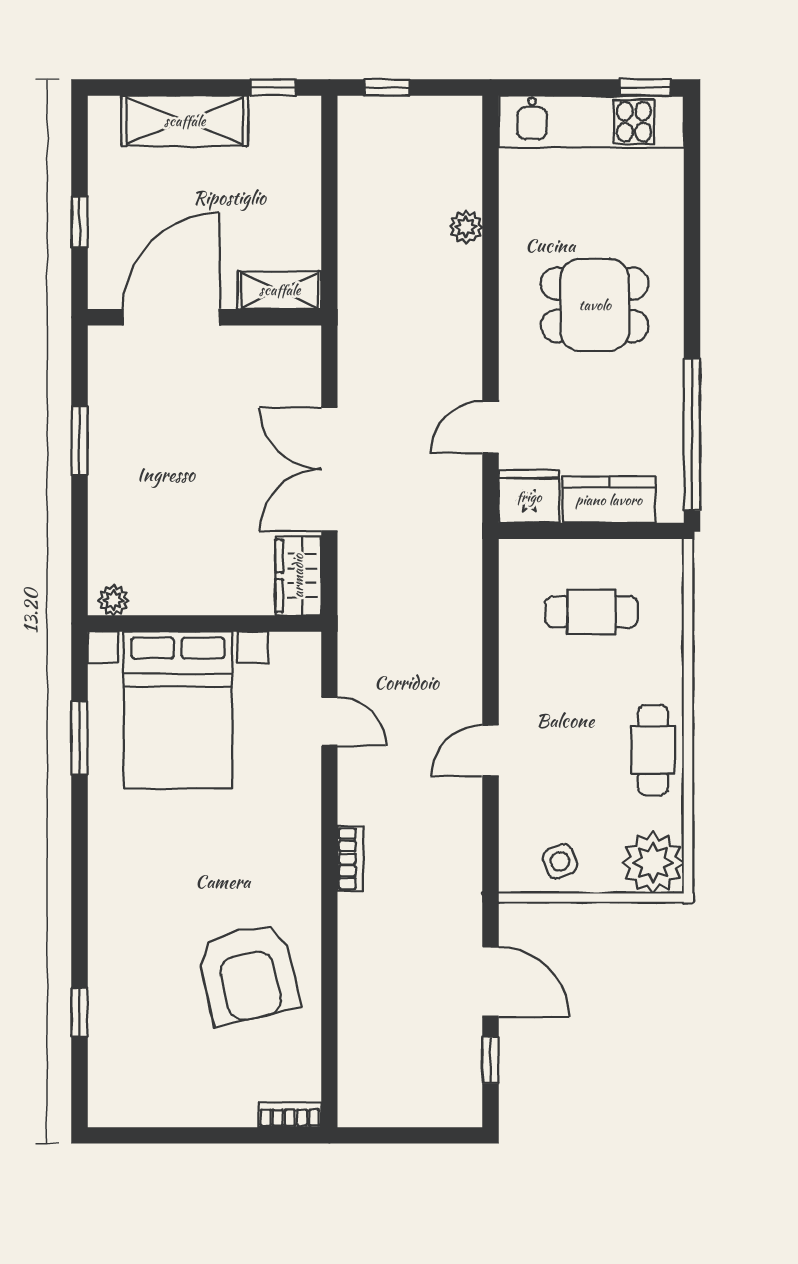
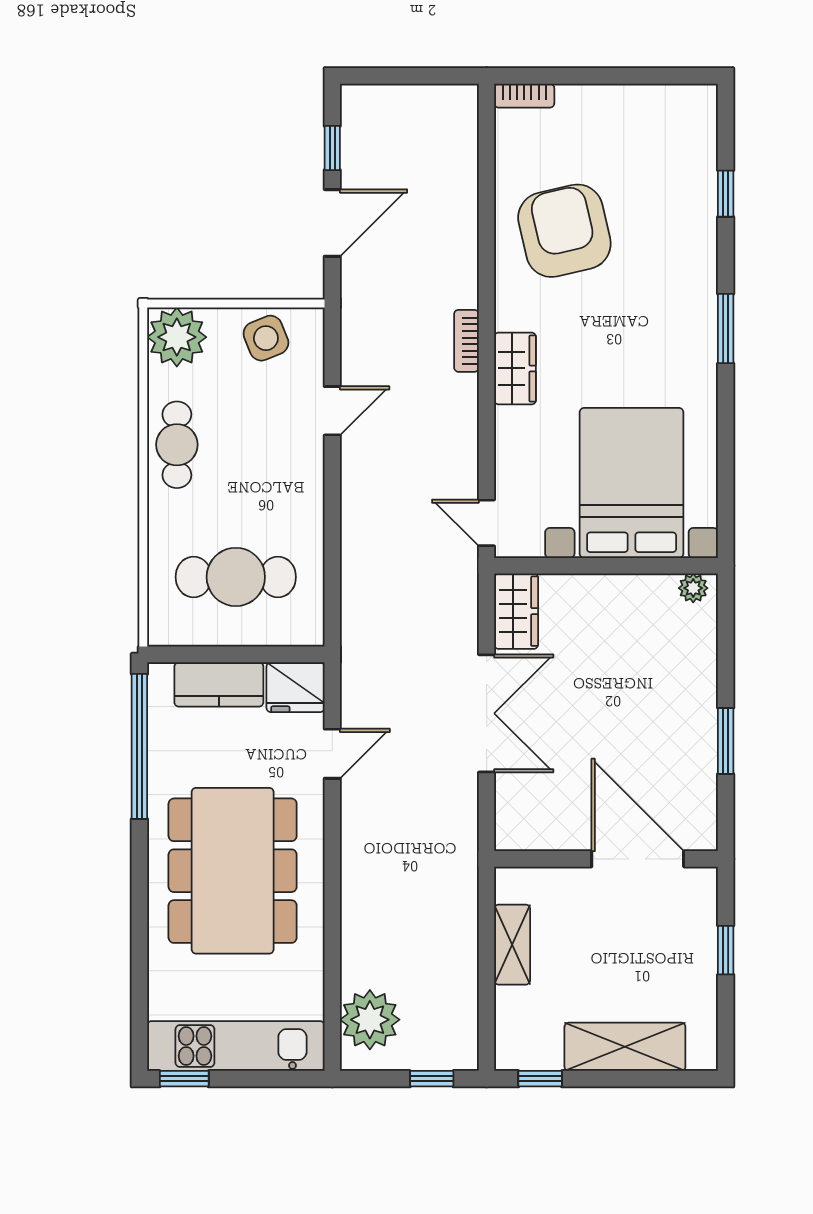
plant: (466, 227) -> (370, 1020), moved, width x1.87, depth x1.87
shelving: (280, 290) -> (512, 945), moved, turned 90
dining table: (595, 305) -> (233, 871), width x1.88, depth x1.24
door: (171, 317) -> (638, 859), swing flipped
cafe table: (591, 612) -> (236, 577), width x1.37, depth x1.35
door: (329, 721) -> (487, 523), moved
window: (80, 738) -> (726, 329), moved
door: (491, 751) -> (332, 411), moved
wardrobe: (299, 830) -> (515, 368), added
side table: (560, 861) -> (266, 338), width x1.37, depth x1.37
door: (491, 982) -> (332, 223), swing flipped

